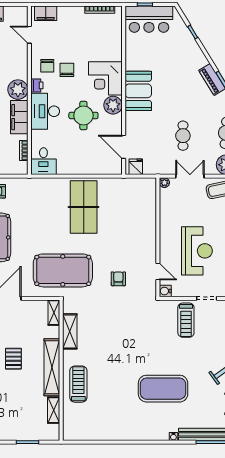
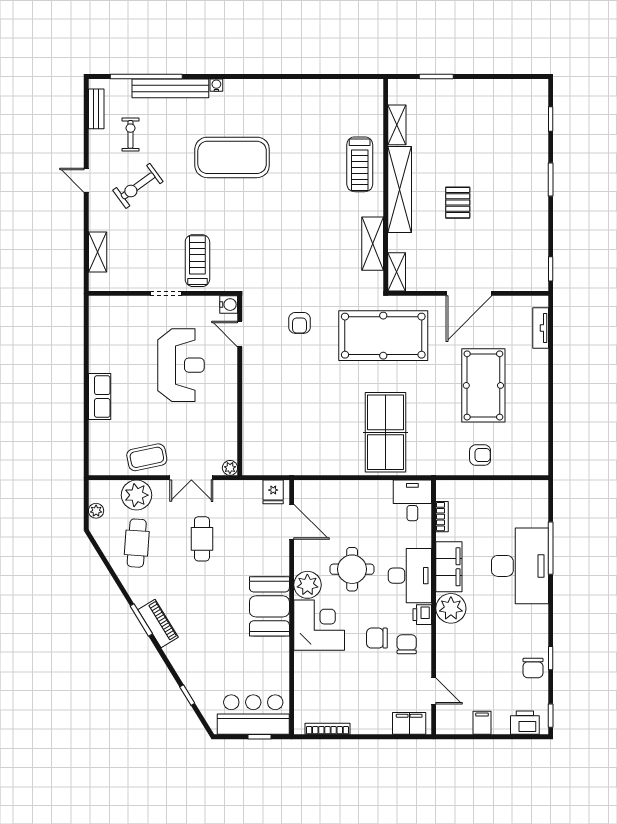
chair: (67, 70) -> (377, 638), turned 90
table tennis table: (84, 207) -> (386, 432), moved
reception desk: (197, 251) -> (181, 365), turned 180

